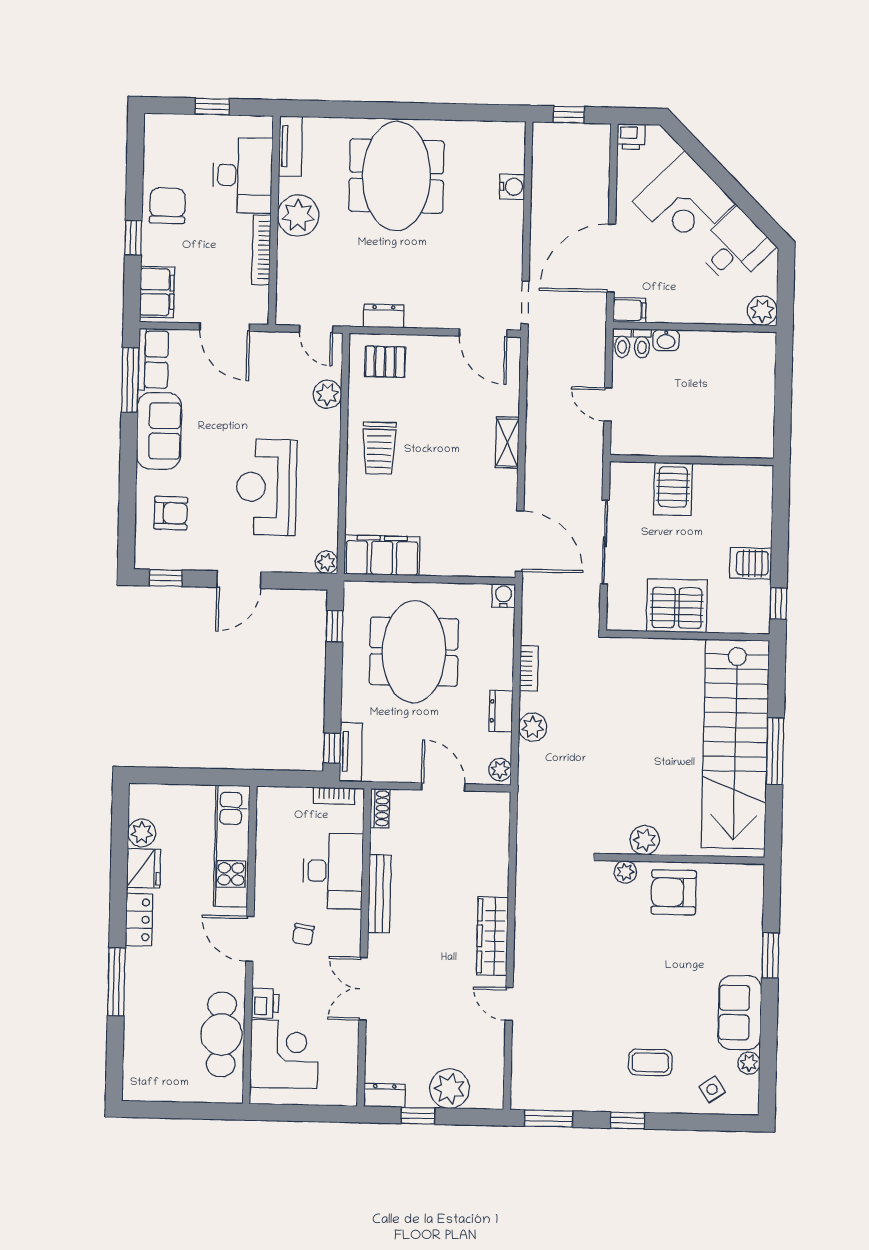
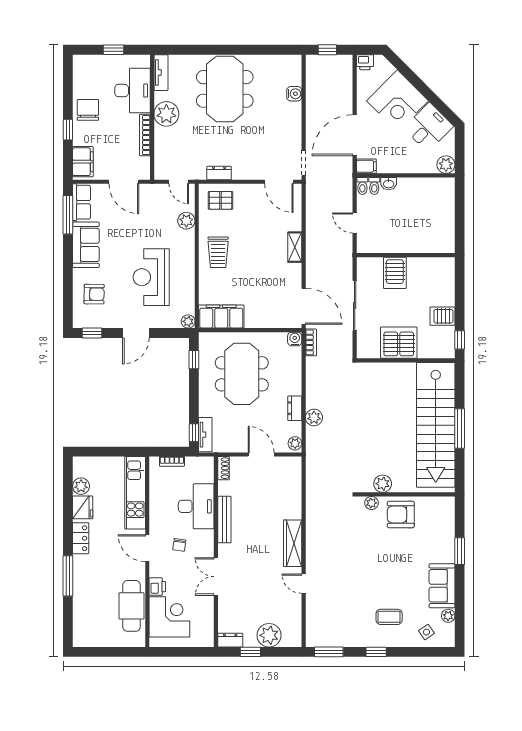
bookcase: (529, 668) -> (311, 342), moved
bookcase: (334, 796) -> (172, 461), moved

